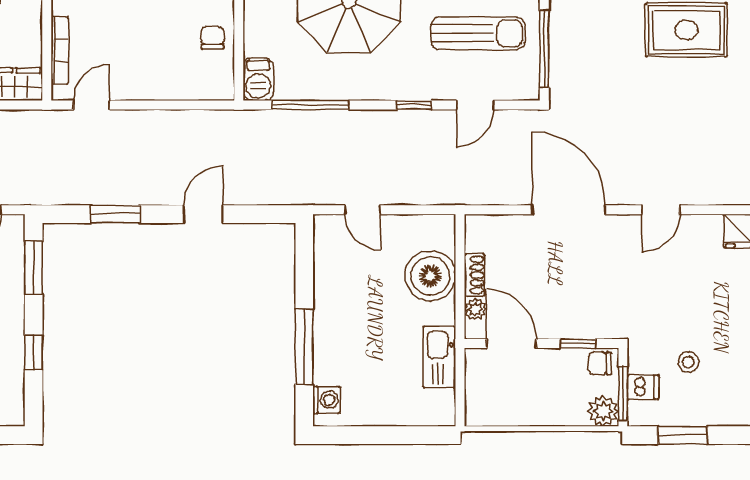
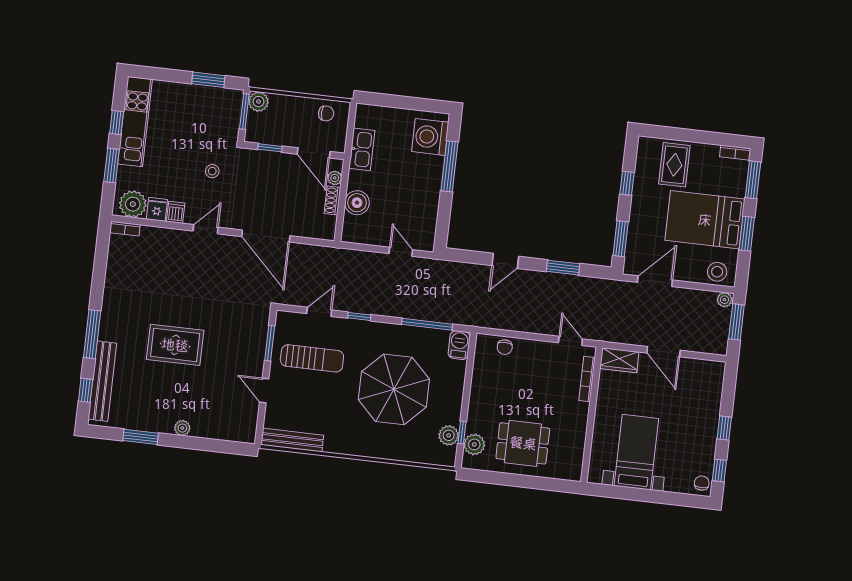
sun lounger: (478, 33) -> (312, 358), turned 180
chair: (213, 38) -> (505, 347), moved
window: (544, 49) -> (270, 343), width x0.69
door: (91, 105) -> (570, 341), swing flipped
boiler: (430, 276) -> (357, 203), width x0.73, depth x0.73
stool: (688, 362) -> (212, 171), moved
chair: (600, 363) -> (326, 113), moved
dishwasher: (643, 387) -> (176, 212), moved, turned 90
washing machine: (326, 400) -> (430, 137), width x1.89, depth x1.89

